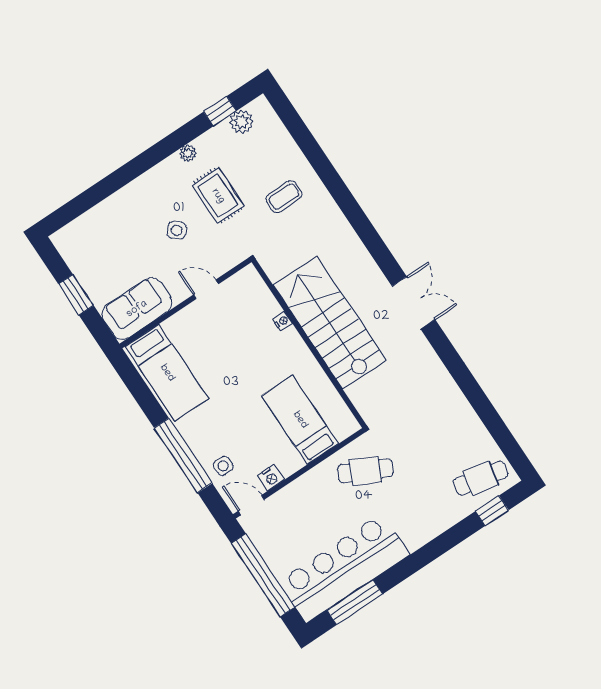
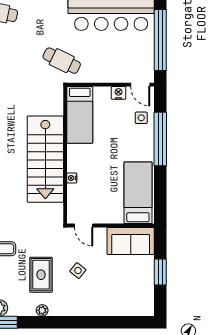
nightstand: (282, 321) -> (72, 178), moved
stairs: (330, 323) -> (45, 159), moved
wall: (309, 344) -> (65, 155), moved

